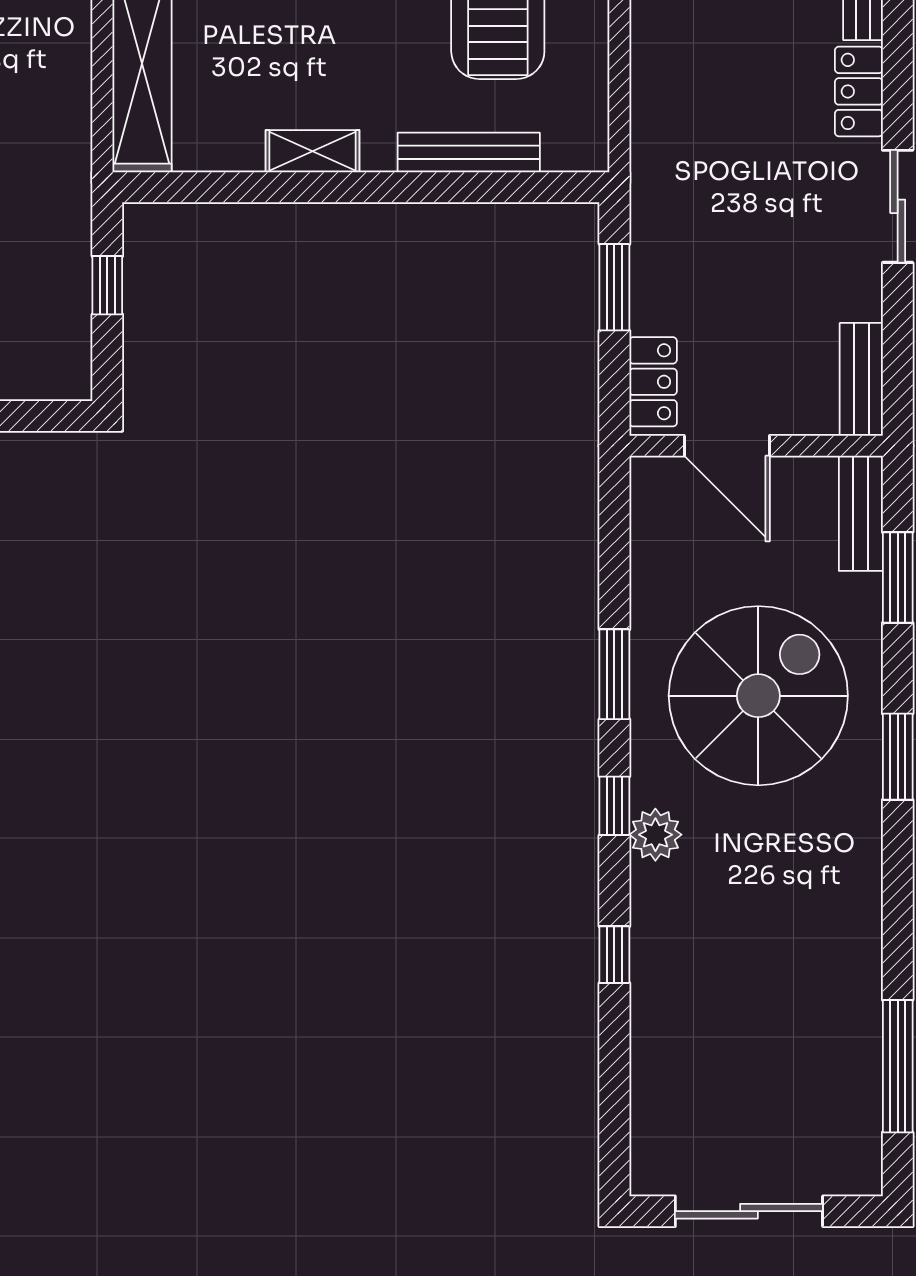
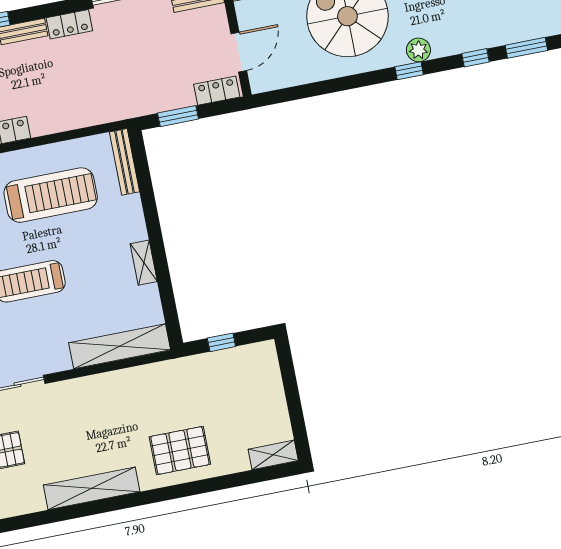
bench: (469, 152) -> (125, 162), moved
window: (614, 674) -> (526, 48), moved

